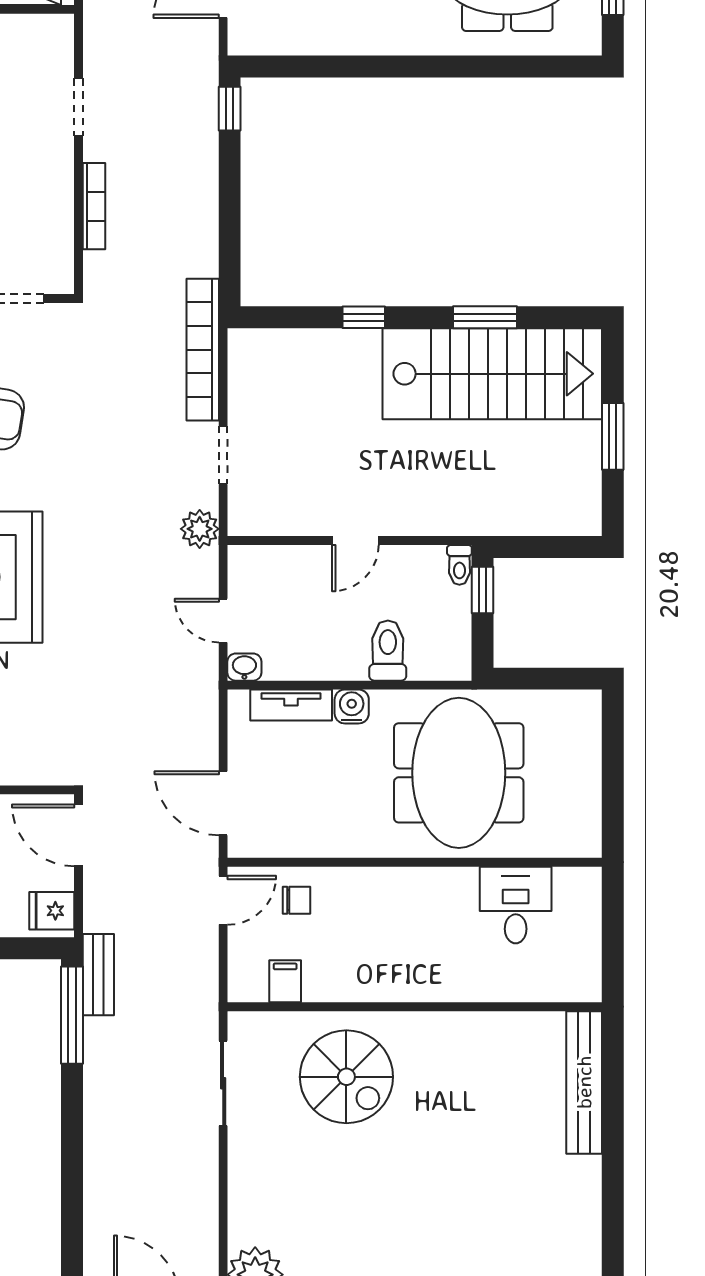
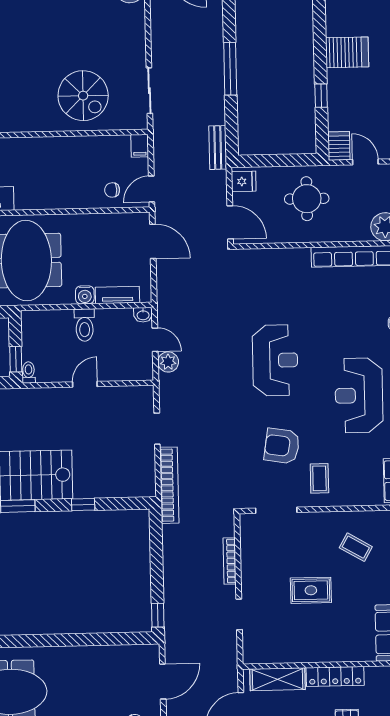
plant: (200, 529) -> (168, 362), moved
toilet: (388, 651) -> (84, 325), moved
filing cabinet: (285, 981) -> (140, 146), moved
window: (72, 1015) -> (230, 69), moved
spiral stairs: (346, 1077) -> (83, 96), turned 180

